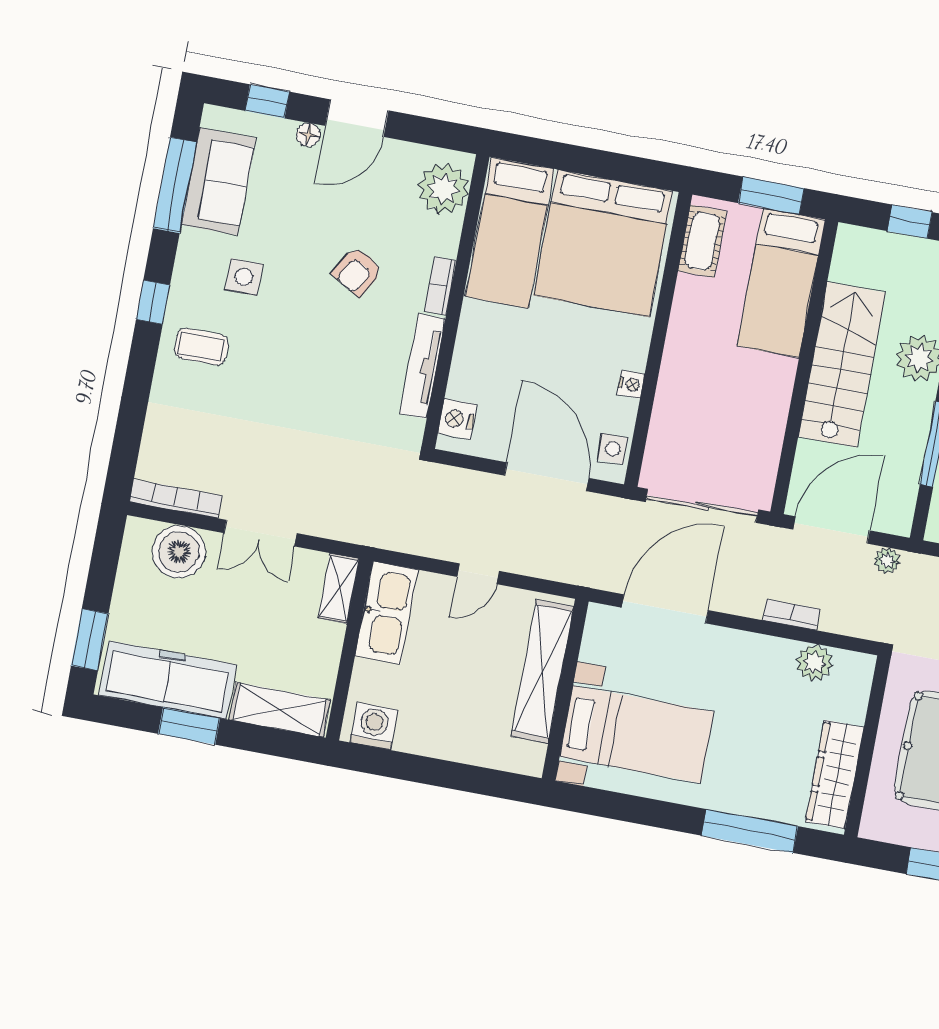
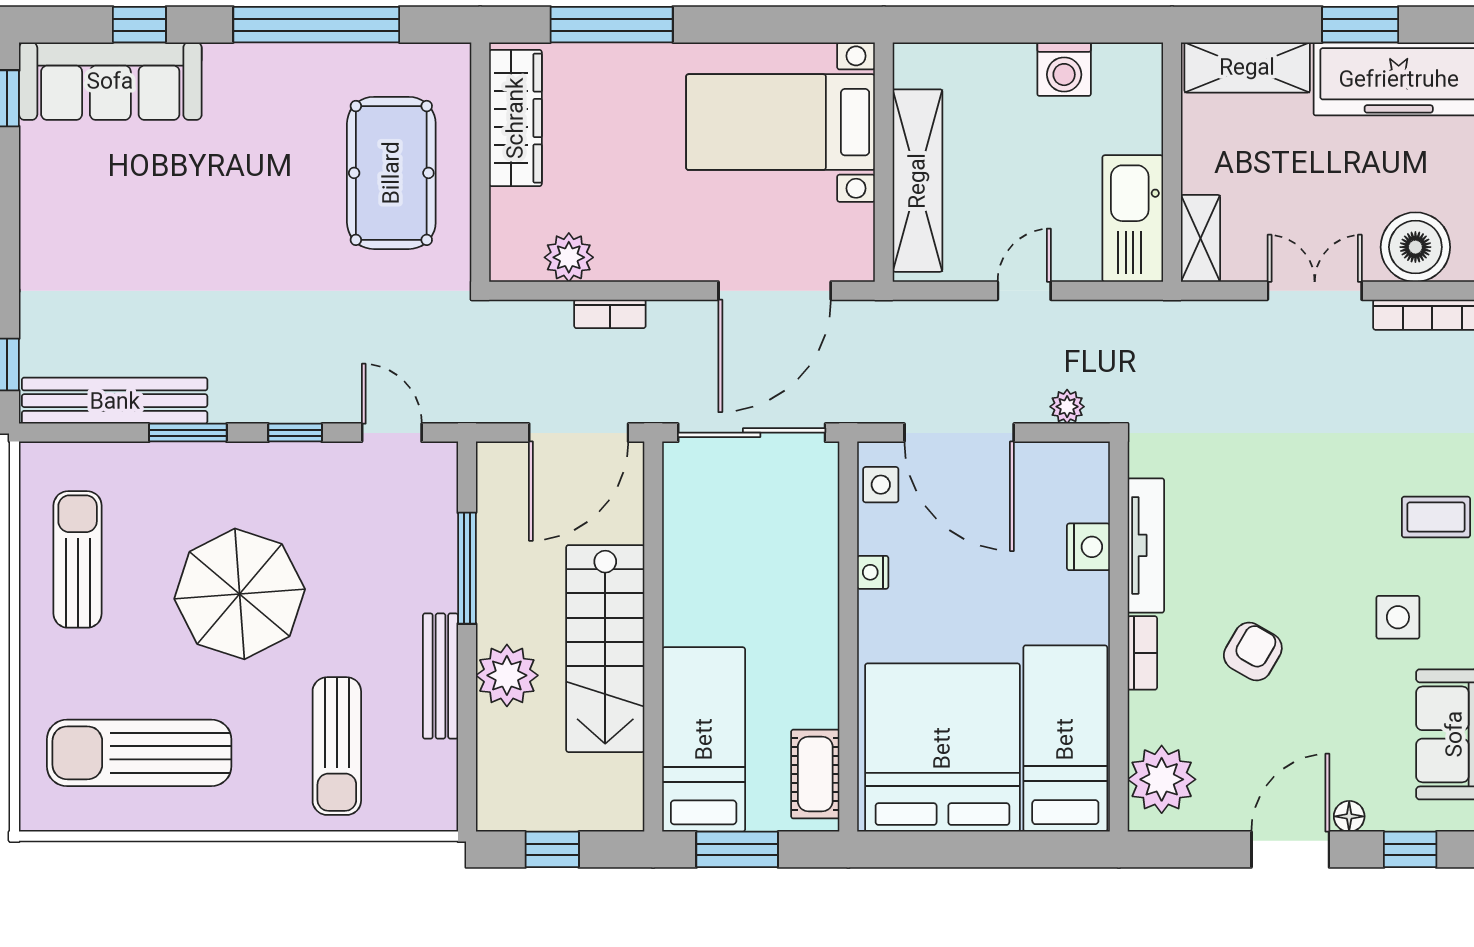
nightstand: (457, 419) -> (1088, 547), moved
plant: (887, 561) -> (1067, 407), moved
washing machine: (374, 726) -> (1064, 69), moved

